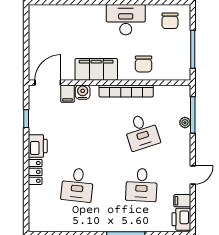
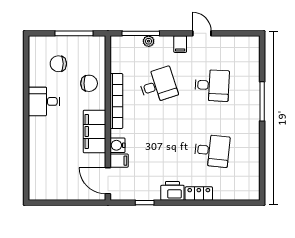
desk: (126, 20) -> (44, 101), width x0.73
chair: (170, 21) -> (58, 64), moved, turned 180
filing cabinet: (182, 201) -> (180, 44), moved
printer: (181, 219) -> (247, 45), removed

